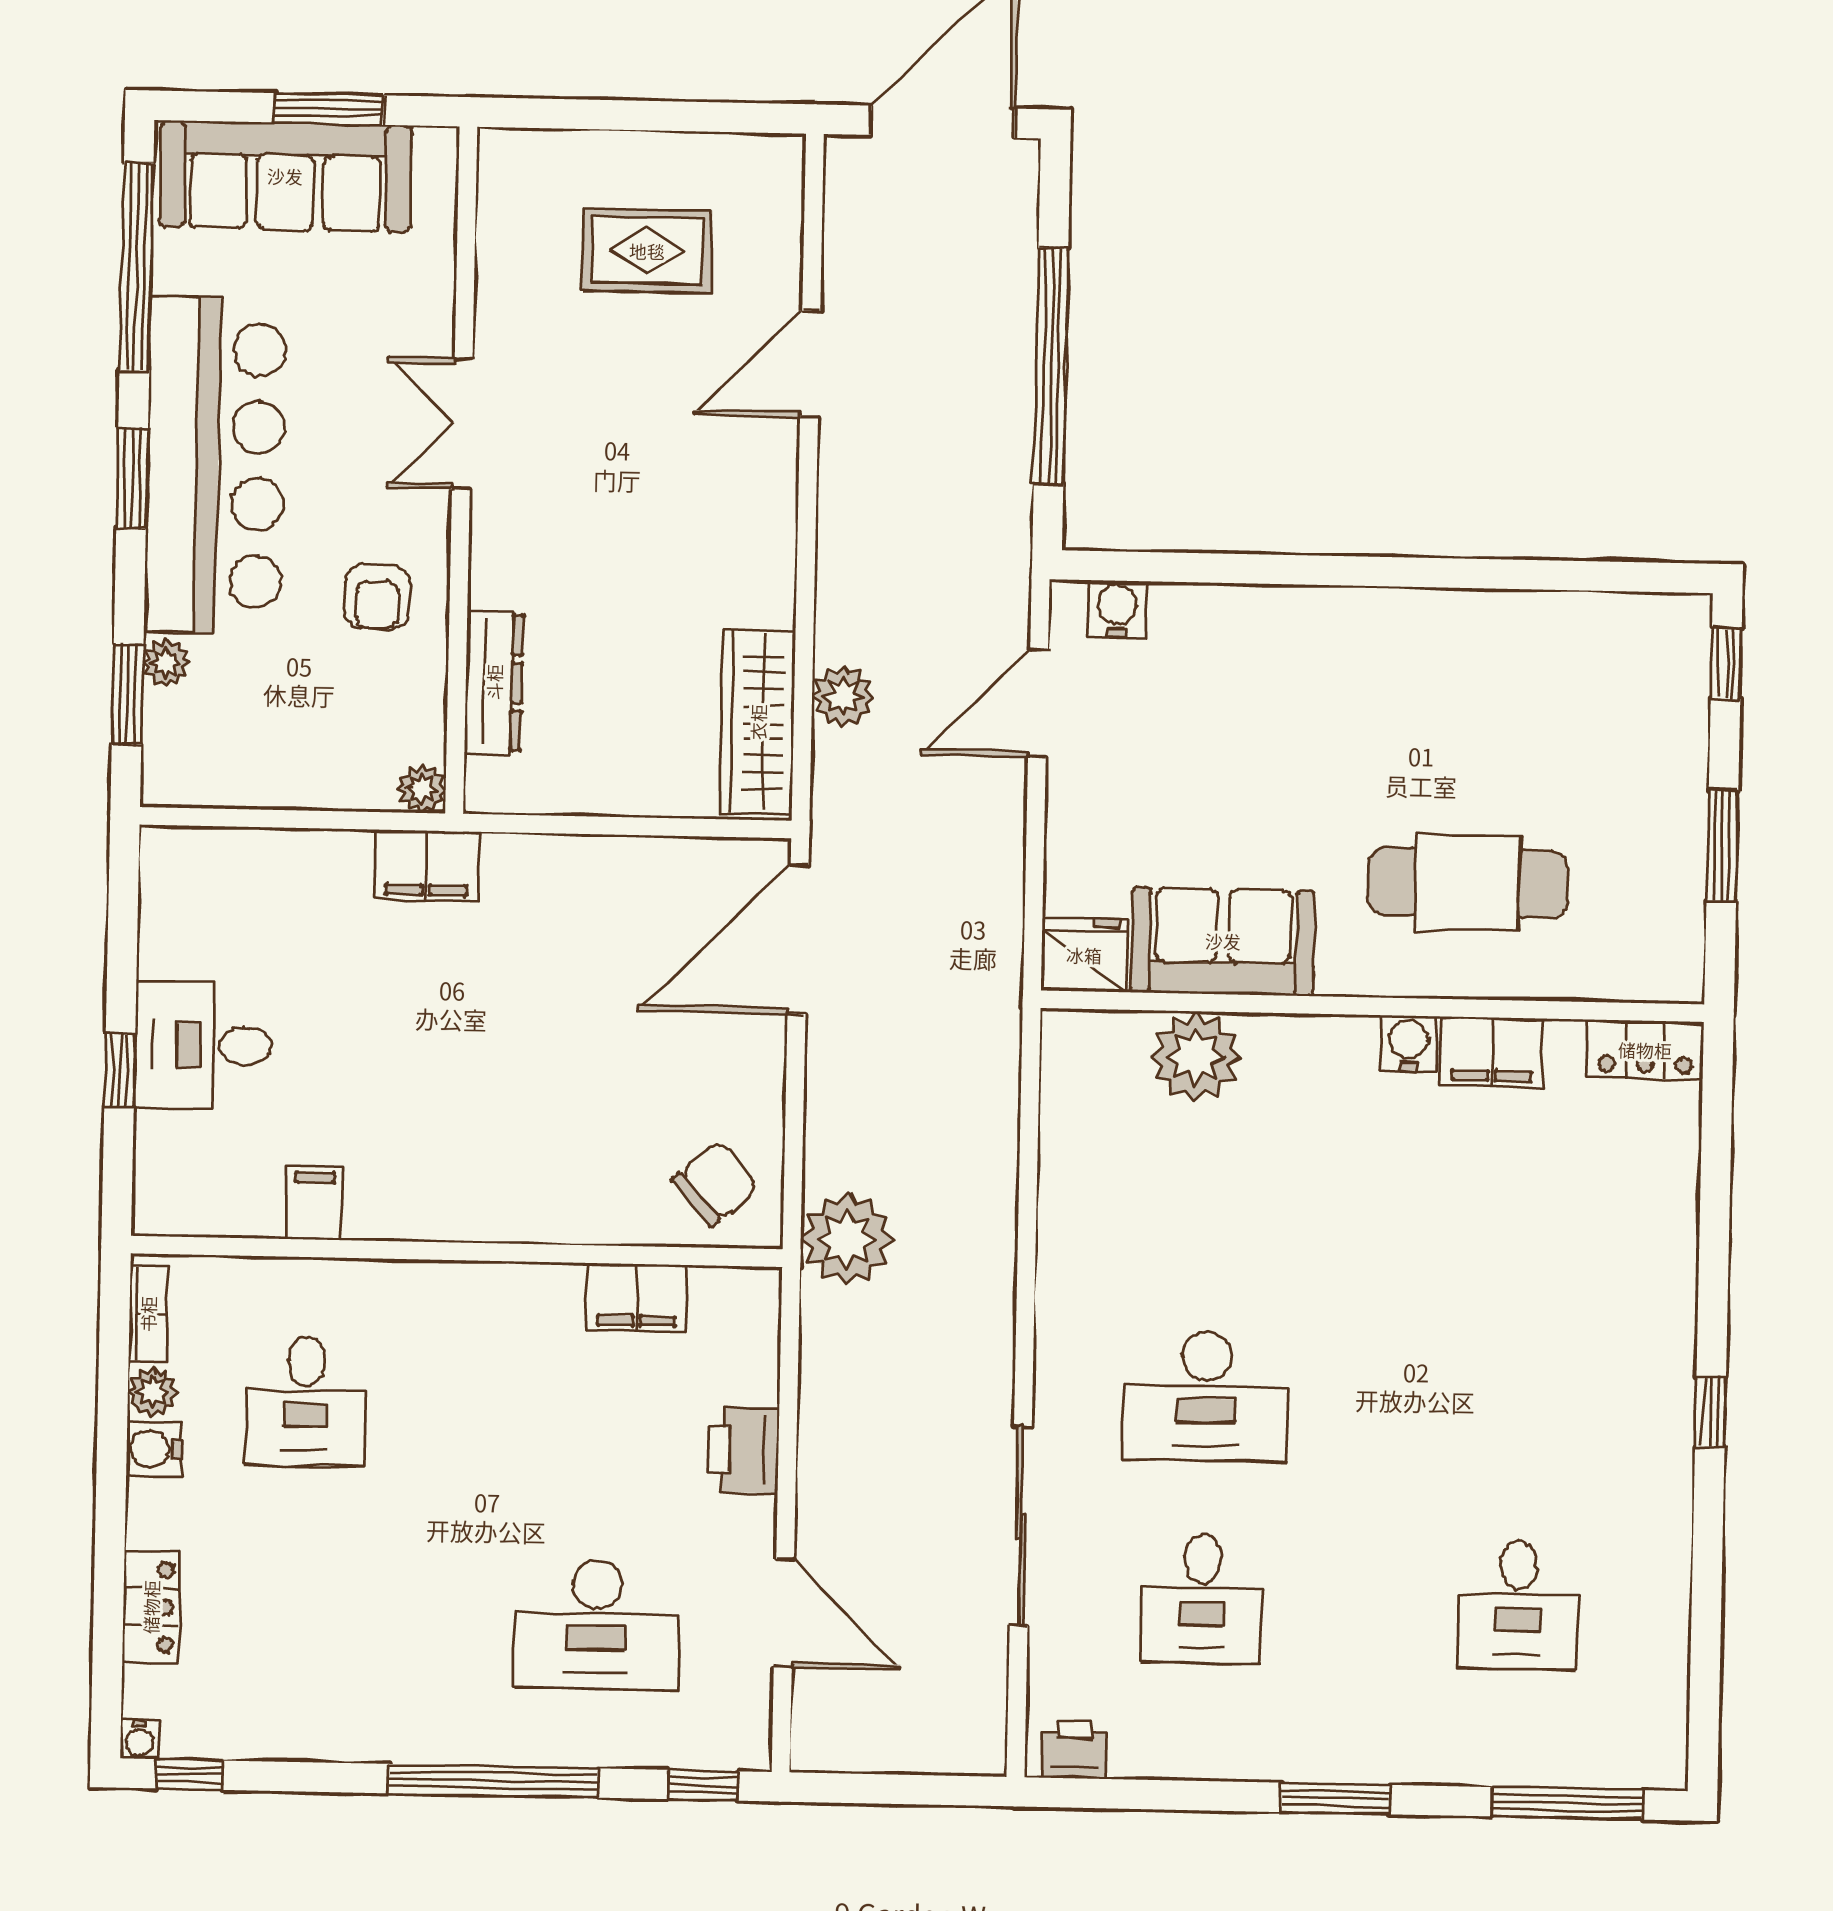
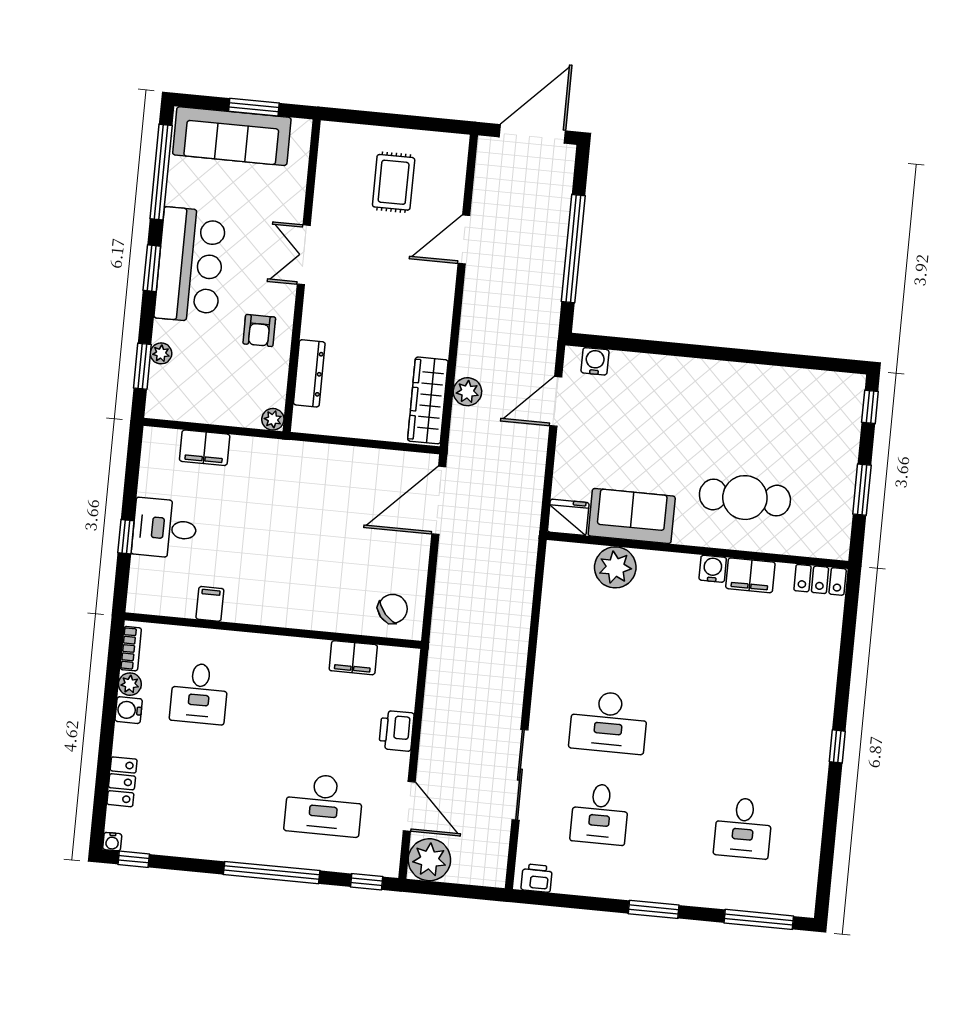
rug: (647, 251) -> (394, 182), turned 90
bar counter: (215, 465) -> (190, 265), width x0.73
filing cabinet: (426, 866) -> (205, 448), moved
plant: (847, 1239) -> (429, 860), moved

